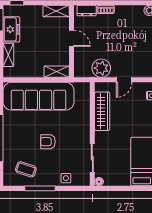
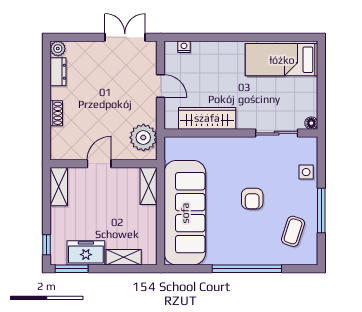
dresser: (87, 11) -> (58, 72), moved
plant: (101, 68) -> (143, 138), moved

